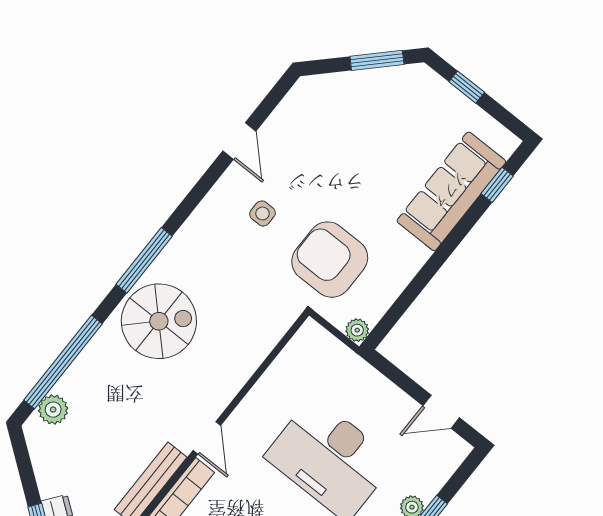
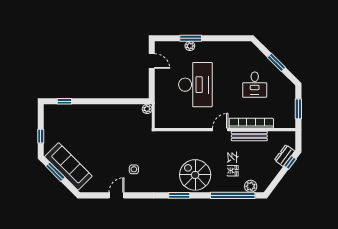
sofa: (451, 191) -> (68, 166), moved, turned -135
window: (144, 260) -> (179, 195), width x0.69
armchair: (330, 260) -> (131, 136), removed

